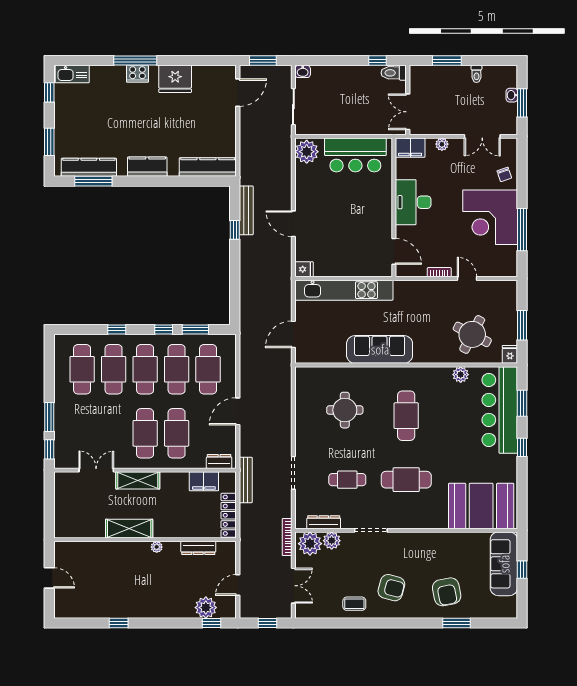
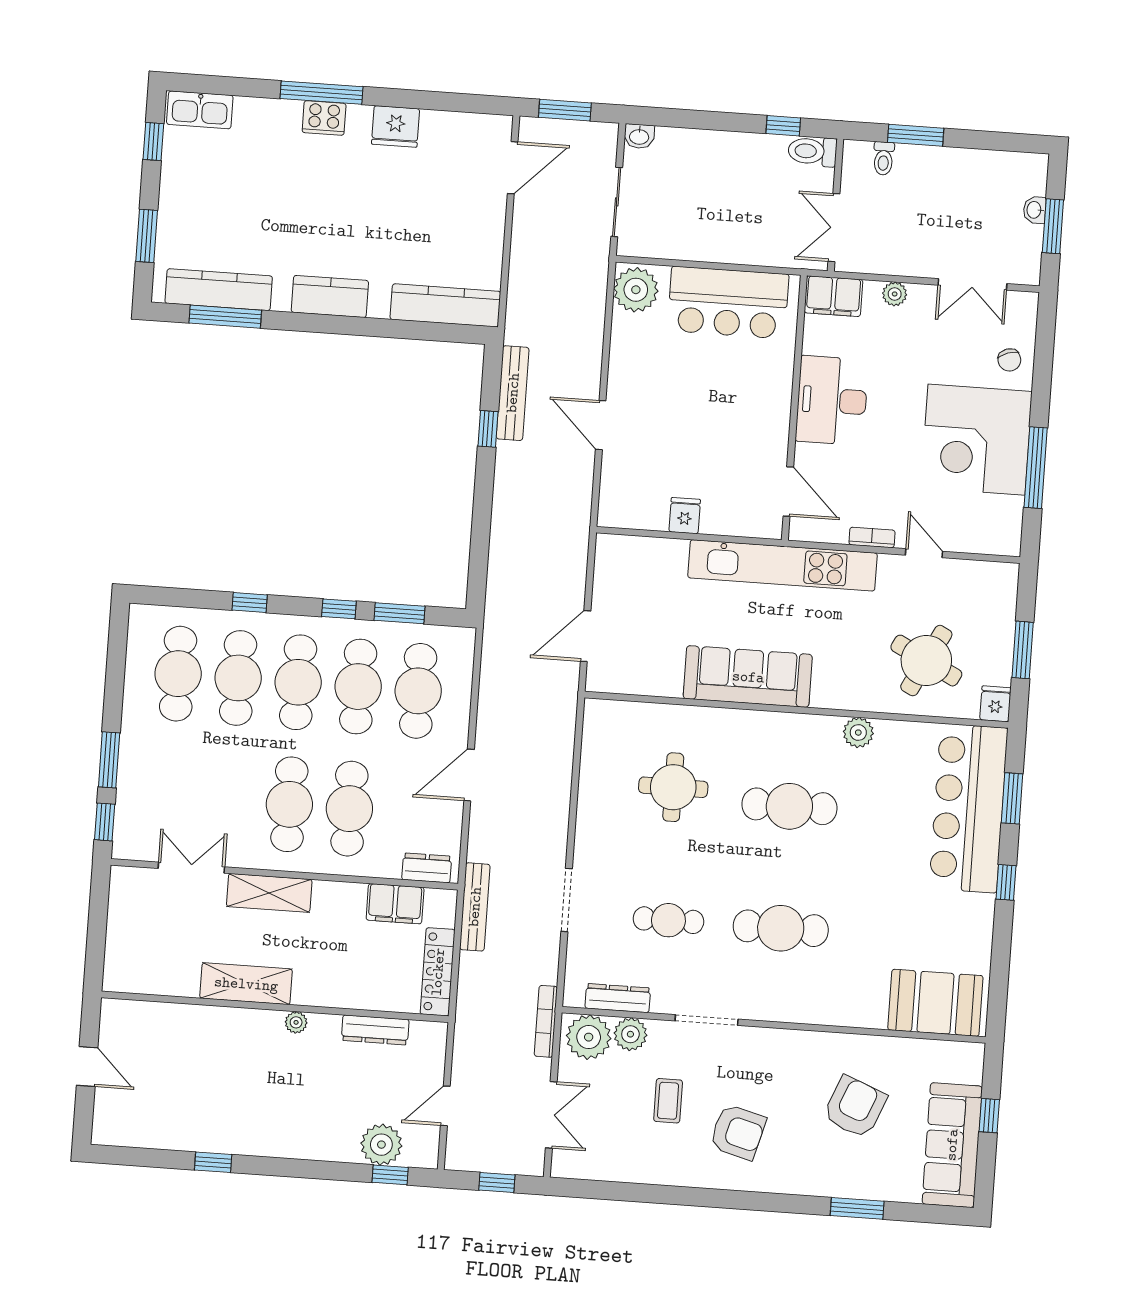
toilet: (476, 74) -> (884, 158), moved
fridge: (175, 79) -> (396, 126), width x0.73, depth x0.75
fridge: (304, 269) -> (685, 516), moved, turned -90
kitchen unit: (344, 290) -> (783, 565), moved
plant: (461, 375) -> (858, 733), moved
cafe table: (406, 416) -> (789, 806), turned 90
booth: (481, 506) -> (935, 1003), width x0.73, depth x0.70
sofa: (504, 564) -> (952, 1145), moved
armchair: (447, 592) -> (855, 1107), moved, turned -147
coffee table: (354, 604) -> (668, 1101), moved, turned 90

